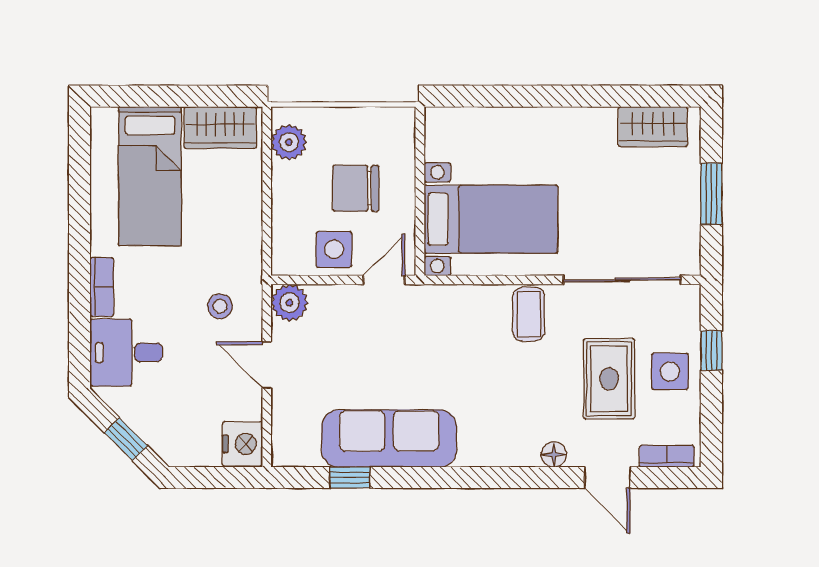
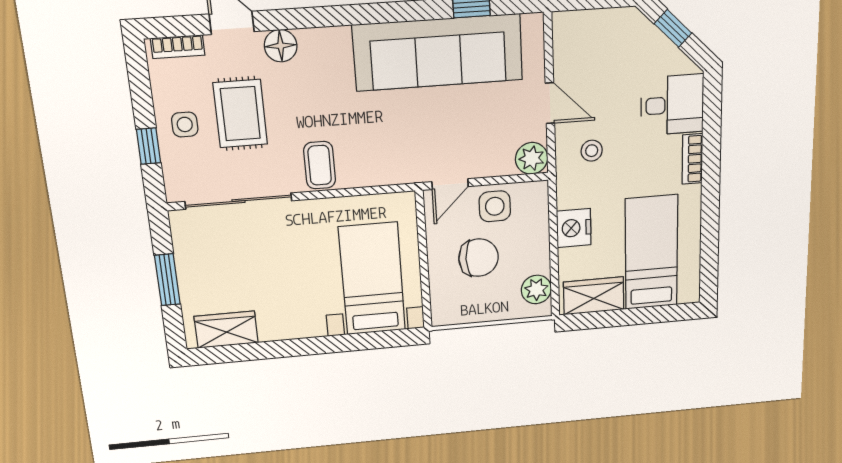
bed with nightstands: (491, 219) -> (372, 279), moved, turned 90
side table: (670, 371) -> (185, 124), width x0.73, depth x0.73
sofa: (389, 438) -> (438, 52), width x1.36, depth x1.27
nightstand: (243, 444) -> (574, 228), moved
floor lamp: (554, 454) -> (281, 46), width x1.37, depth x1.37

